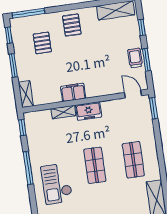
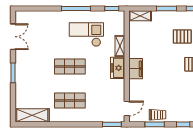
filing cabinet: (73, 92) -> (136, 69), moved
checkout: (57, 184) -> (86, 35), moved

